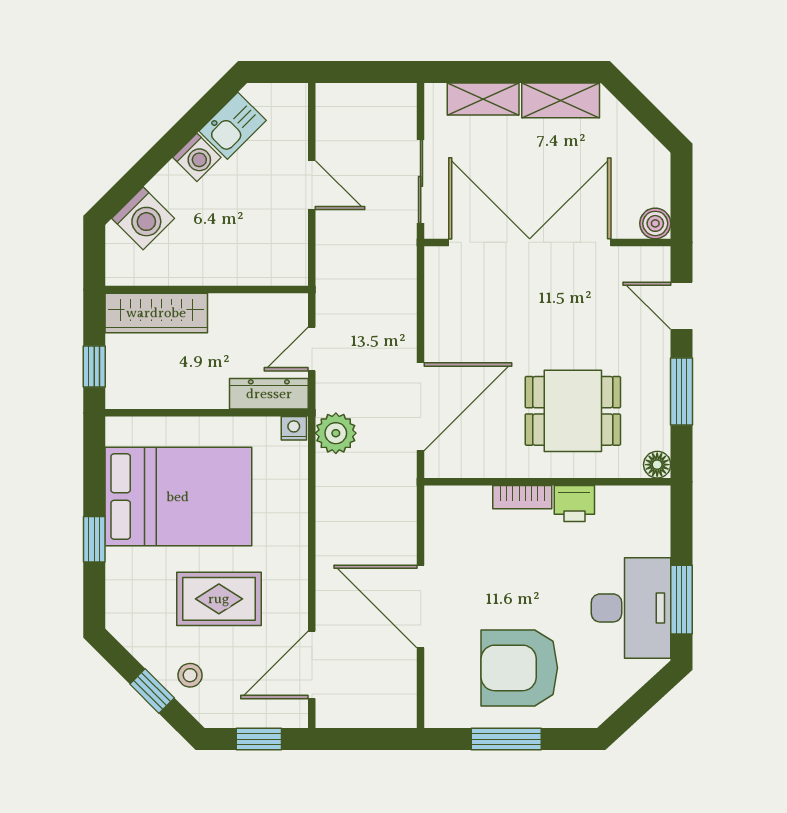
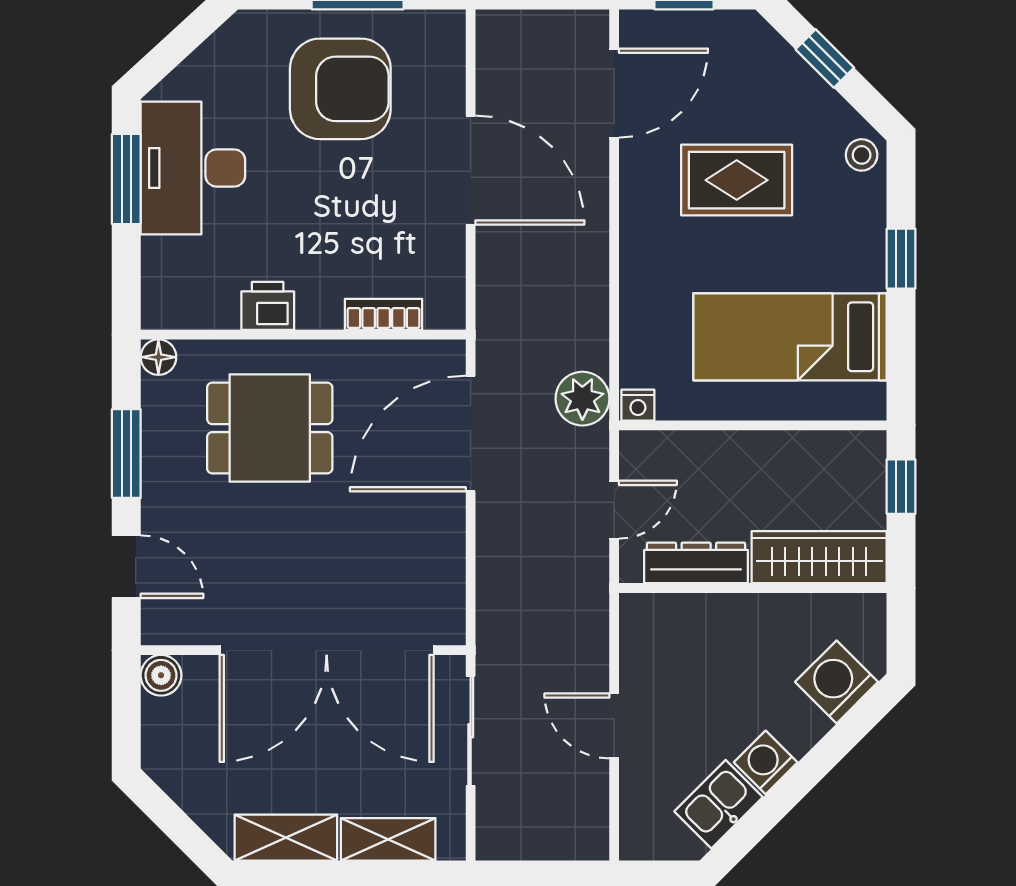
dresser: (269, 394) -> (696, 563), moved, turned 180
bed: (178, 497) -> (790, 337), width x0.67
bookcase: (522, 497) -> (384, 314), moved
stool: (190, 675) -> (862, 155), moved

